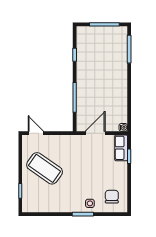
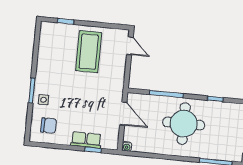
round table: (99, 80) -> (184, 124), added
door: (36, 133) -> (130, 46), hinge flipped
row of seats: (121, 148) -> (86, 140), moved
coffee table: (45, 168) -> (89, 52), turned -35

